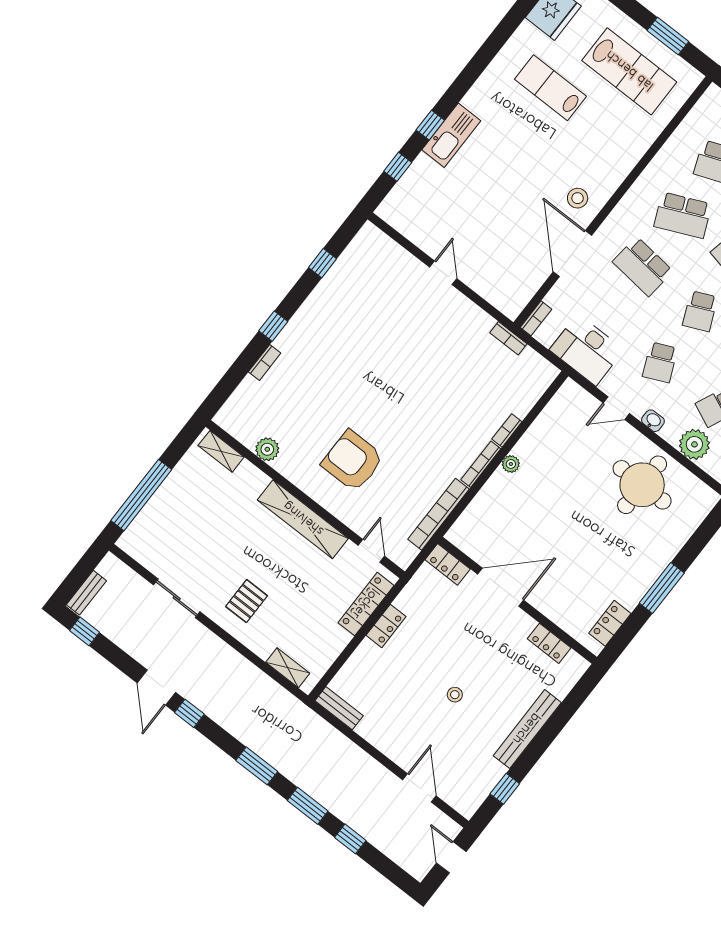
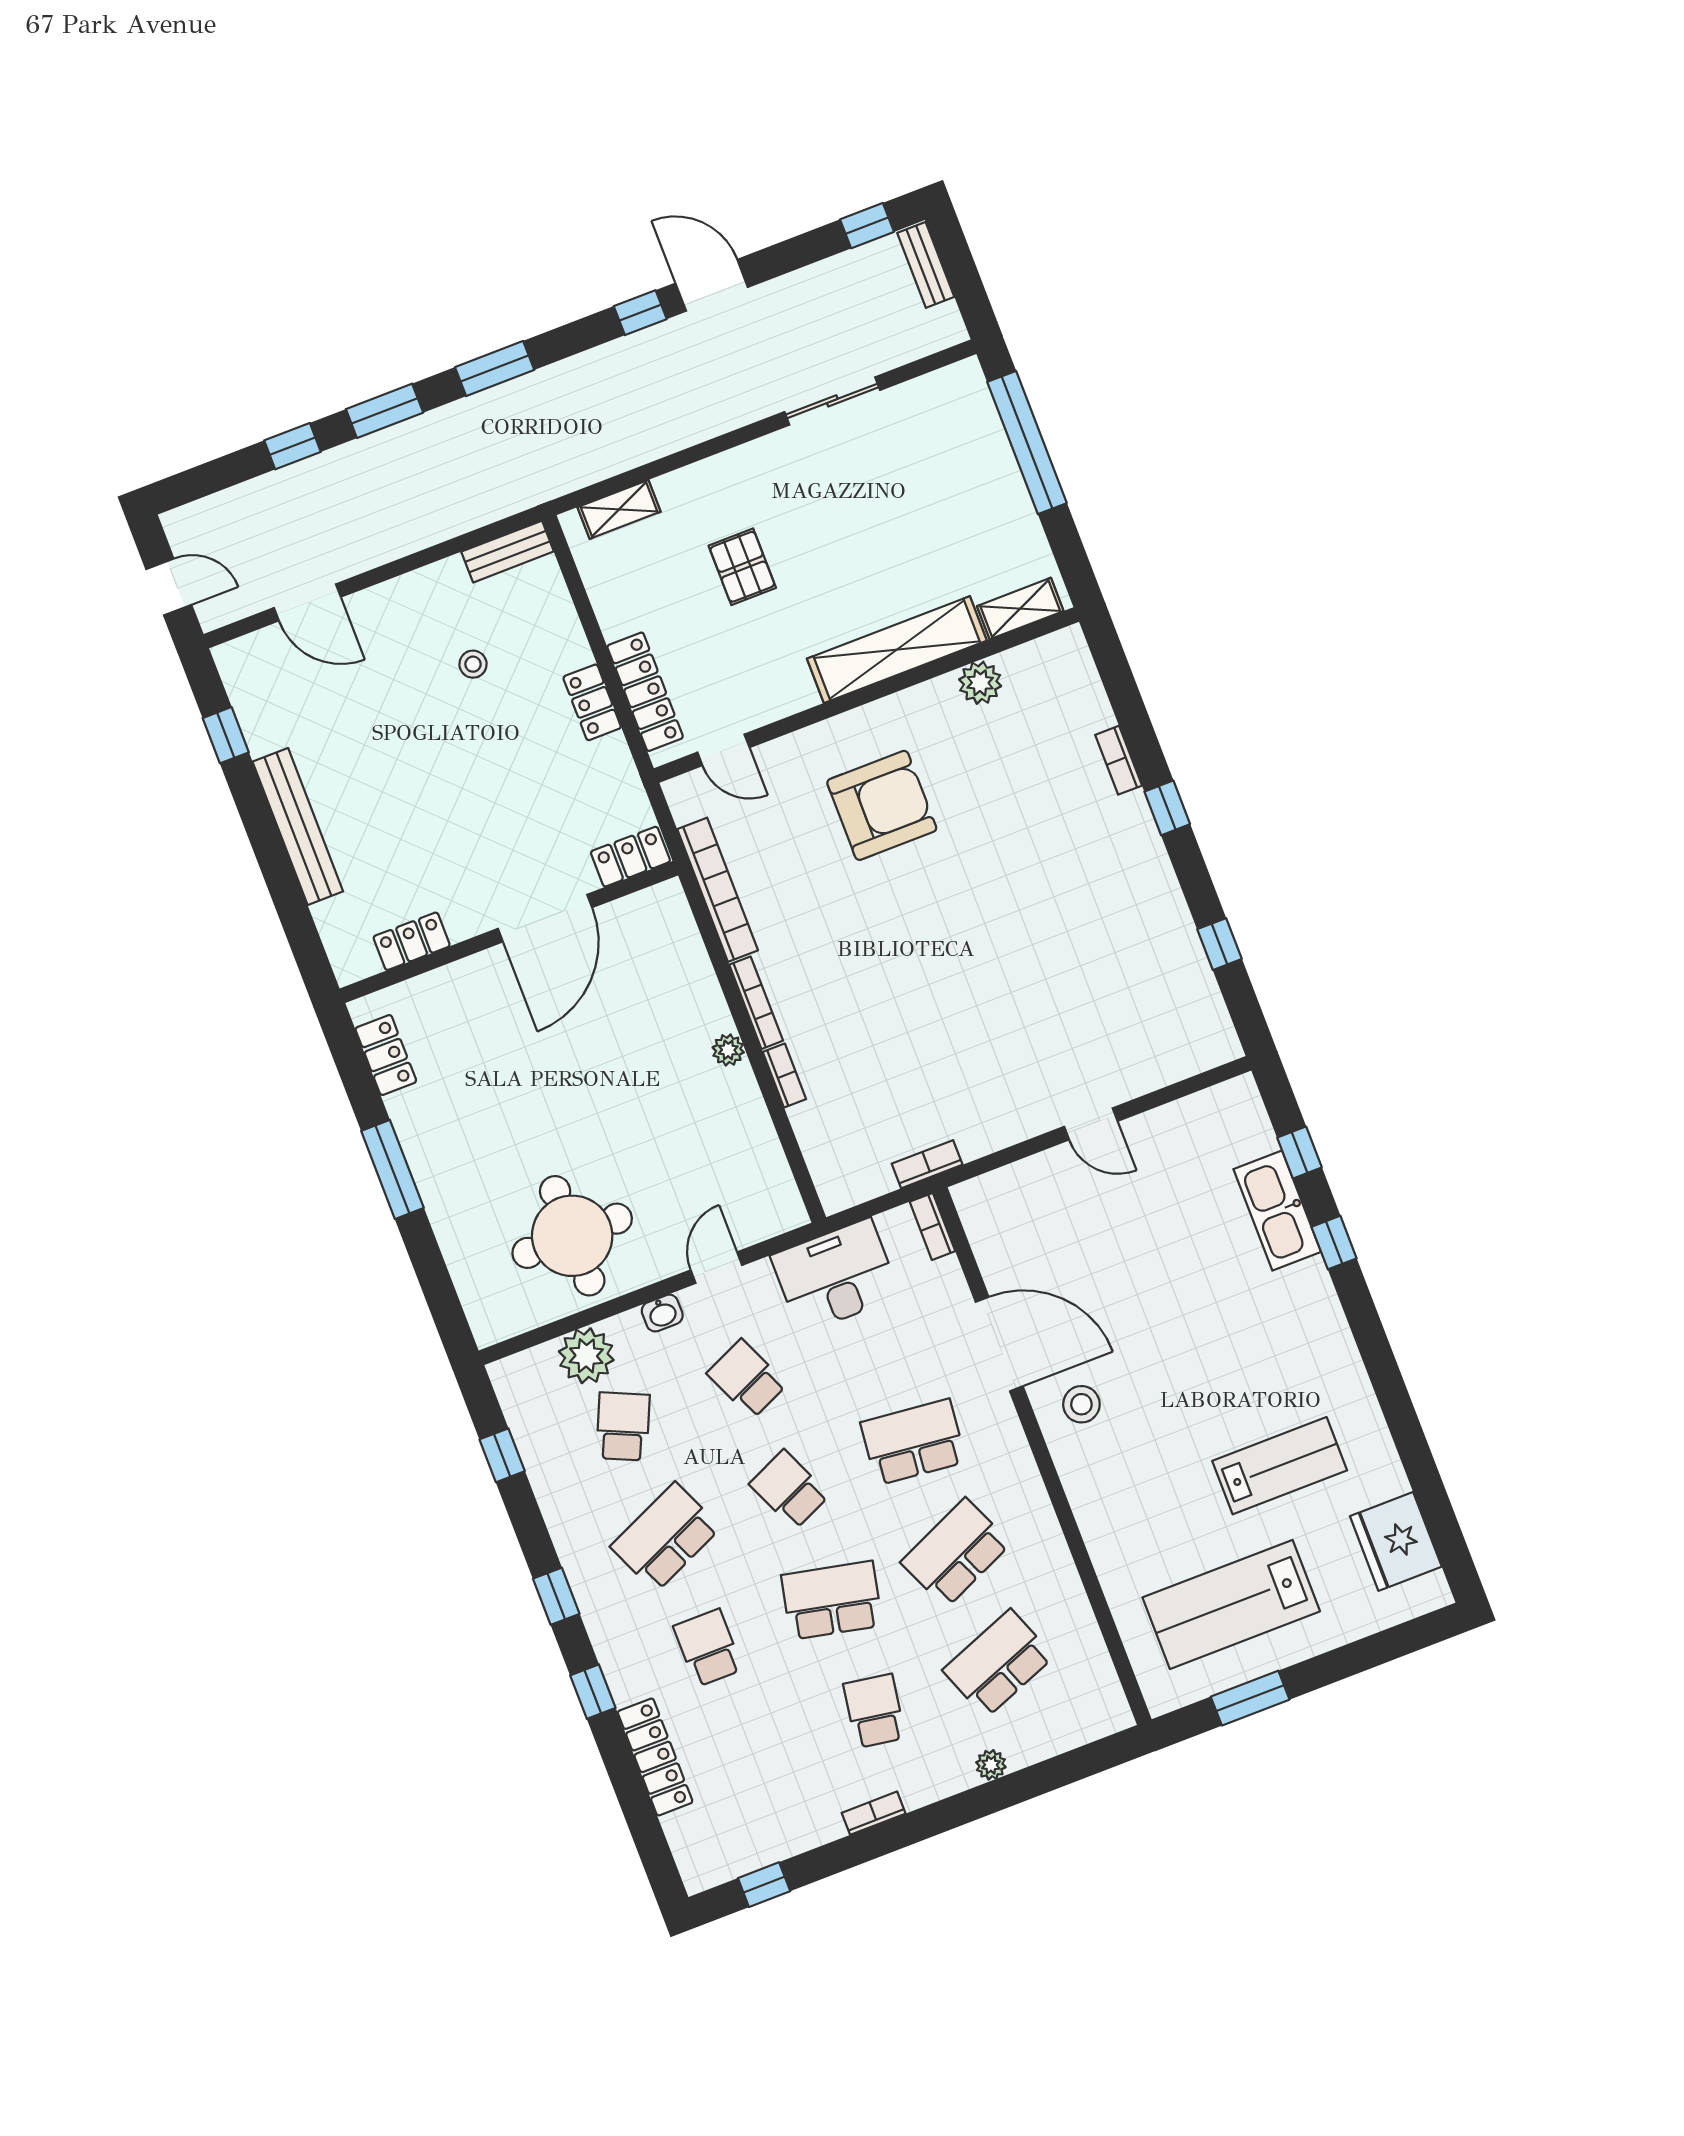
kitchen sink: (451, 135) -> (1277, 1211), moved
shelving: (303, 519) -> (897, 650), moved
pallet: (247, 601) -> (742, 567), moved
stool: (455, 695) -> (473, 664), moved

